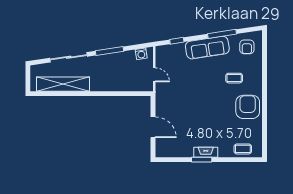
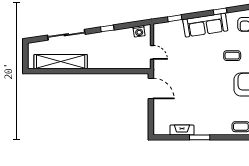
window: (222, 34) -> (220, 11), width x0.46
window: (110, 51) -> (107, 28), width x0.46
door: (153, 127) -> (151, 88), moved
fireplace: (206, 152) -> (182, 130), moved

